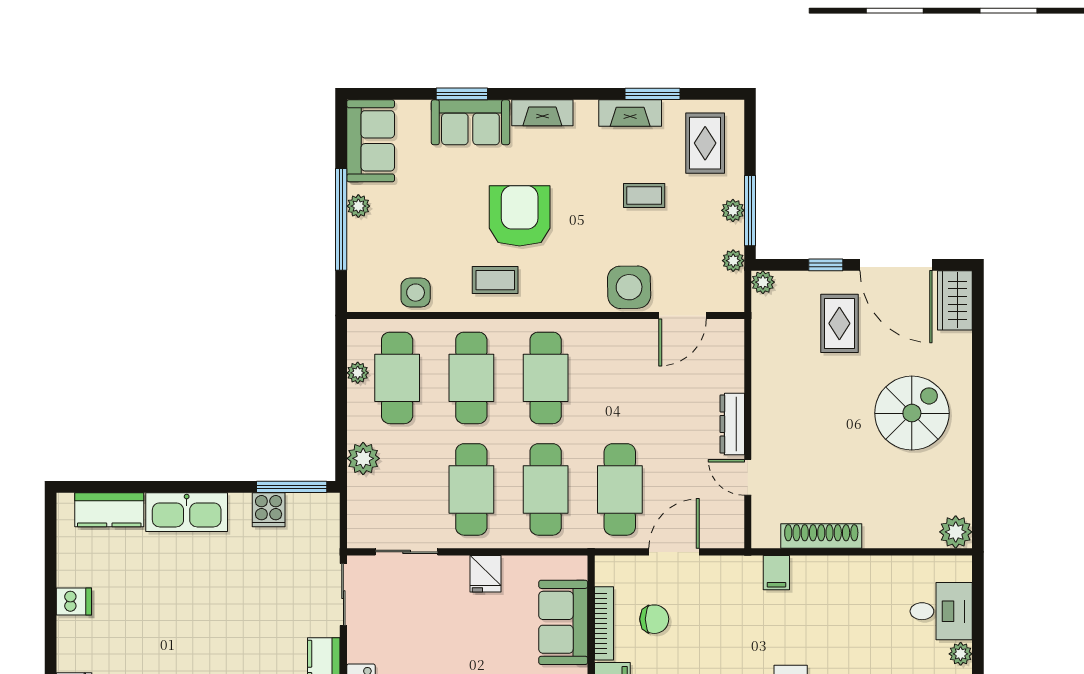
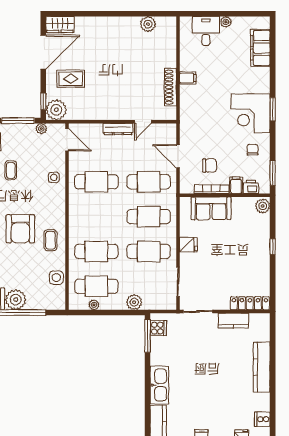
plant: (358, 206) -> (16, 300), width x1.87, depth x1.87
plant: (733, 210) -> (18, 129), removed
armchair: (520, 216) -> (20, 229), turned -90
window: (826, 265) -> (43, 101), moved
plant: (763, 282) -> (56, 110), width x1.87, depth x1.87
side table: (629, 287) -> (54, 177), width x0.54, depth x0.54
door: (683, 316) -> (67, 140), moved
cafe table: (546, 378) -> (96, 182), moved
spiral stairs: (912, 413) -> (113, 45), removed
cooker: (269, 510) -> (158, 328), moved
plant: (956, 532) -> (148, 24), moved
filing cabinet: (776, 573) -> (188, 78), moved
chair: (654, 619) -> (210, 166), turned 90

